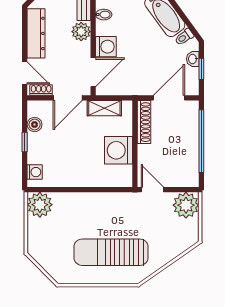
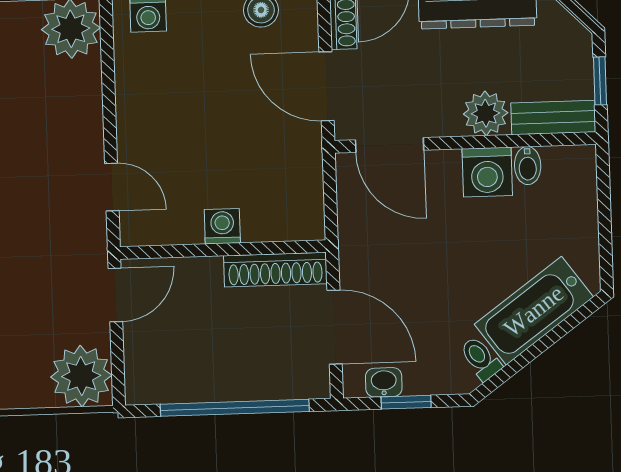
washing machine: (106, 47) -> (487, 172), moved
washbasin: (193, 59) -> (384, 382), moved
shelving: (104, 108) -> (305, 175), removed
washing machine: (118, 150) -> (222, 226), width x0.53, depth x0.53
door: (107, 190) -> (112, 187), added

